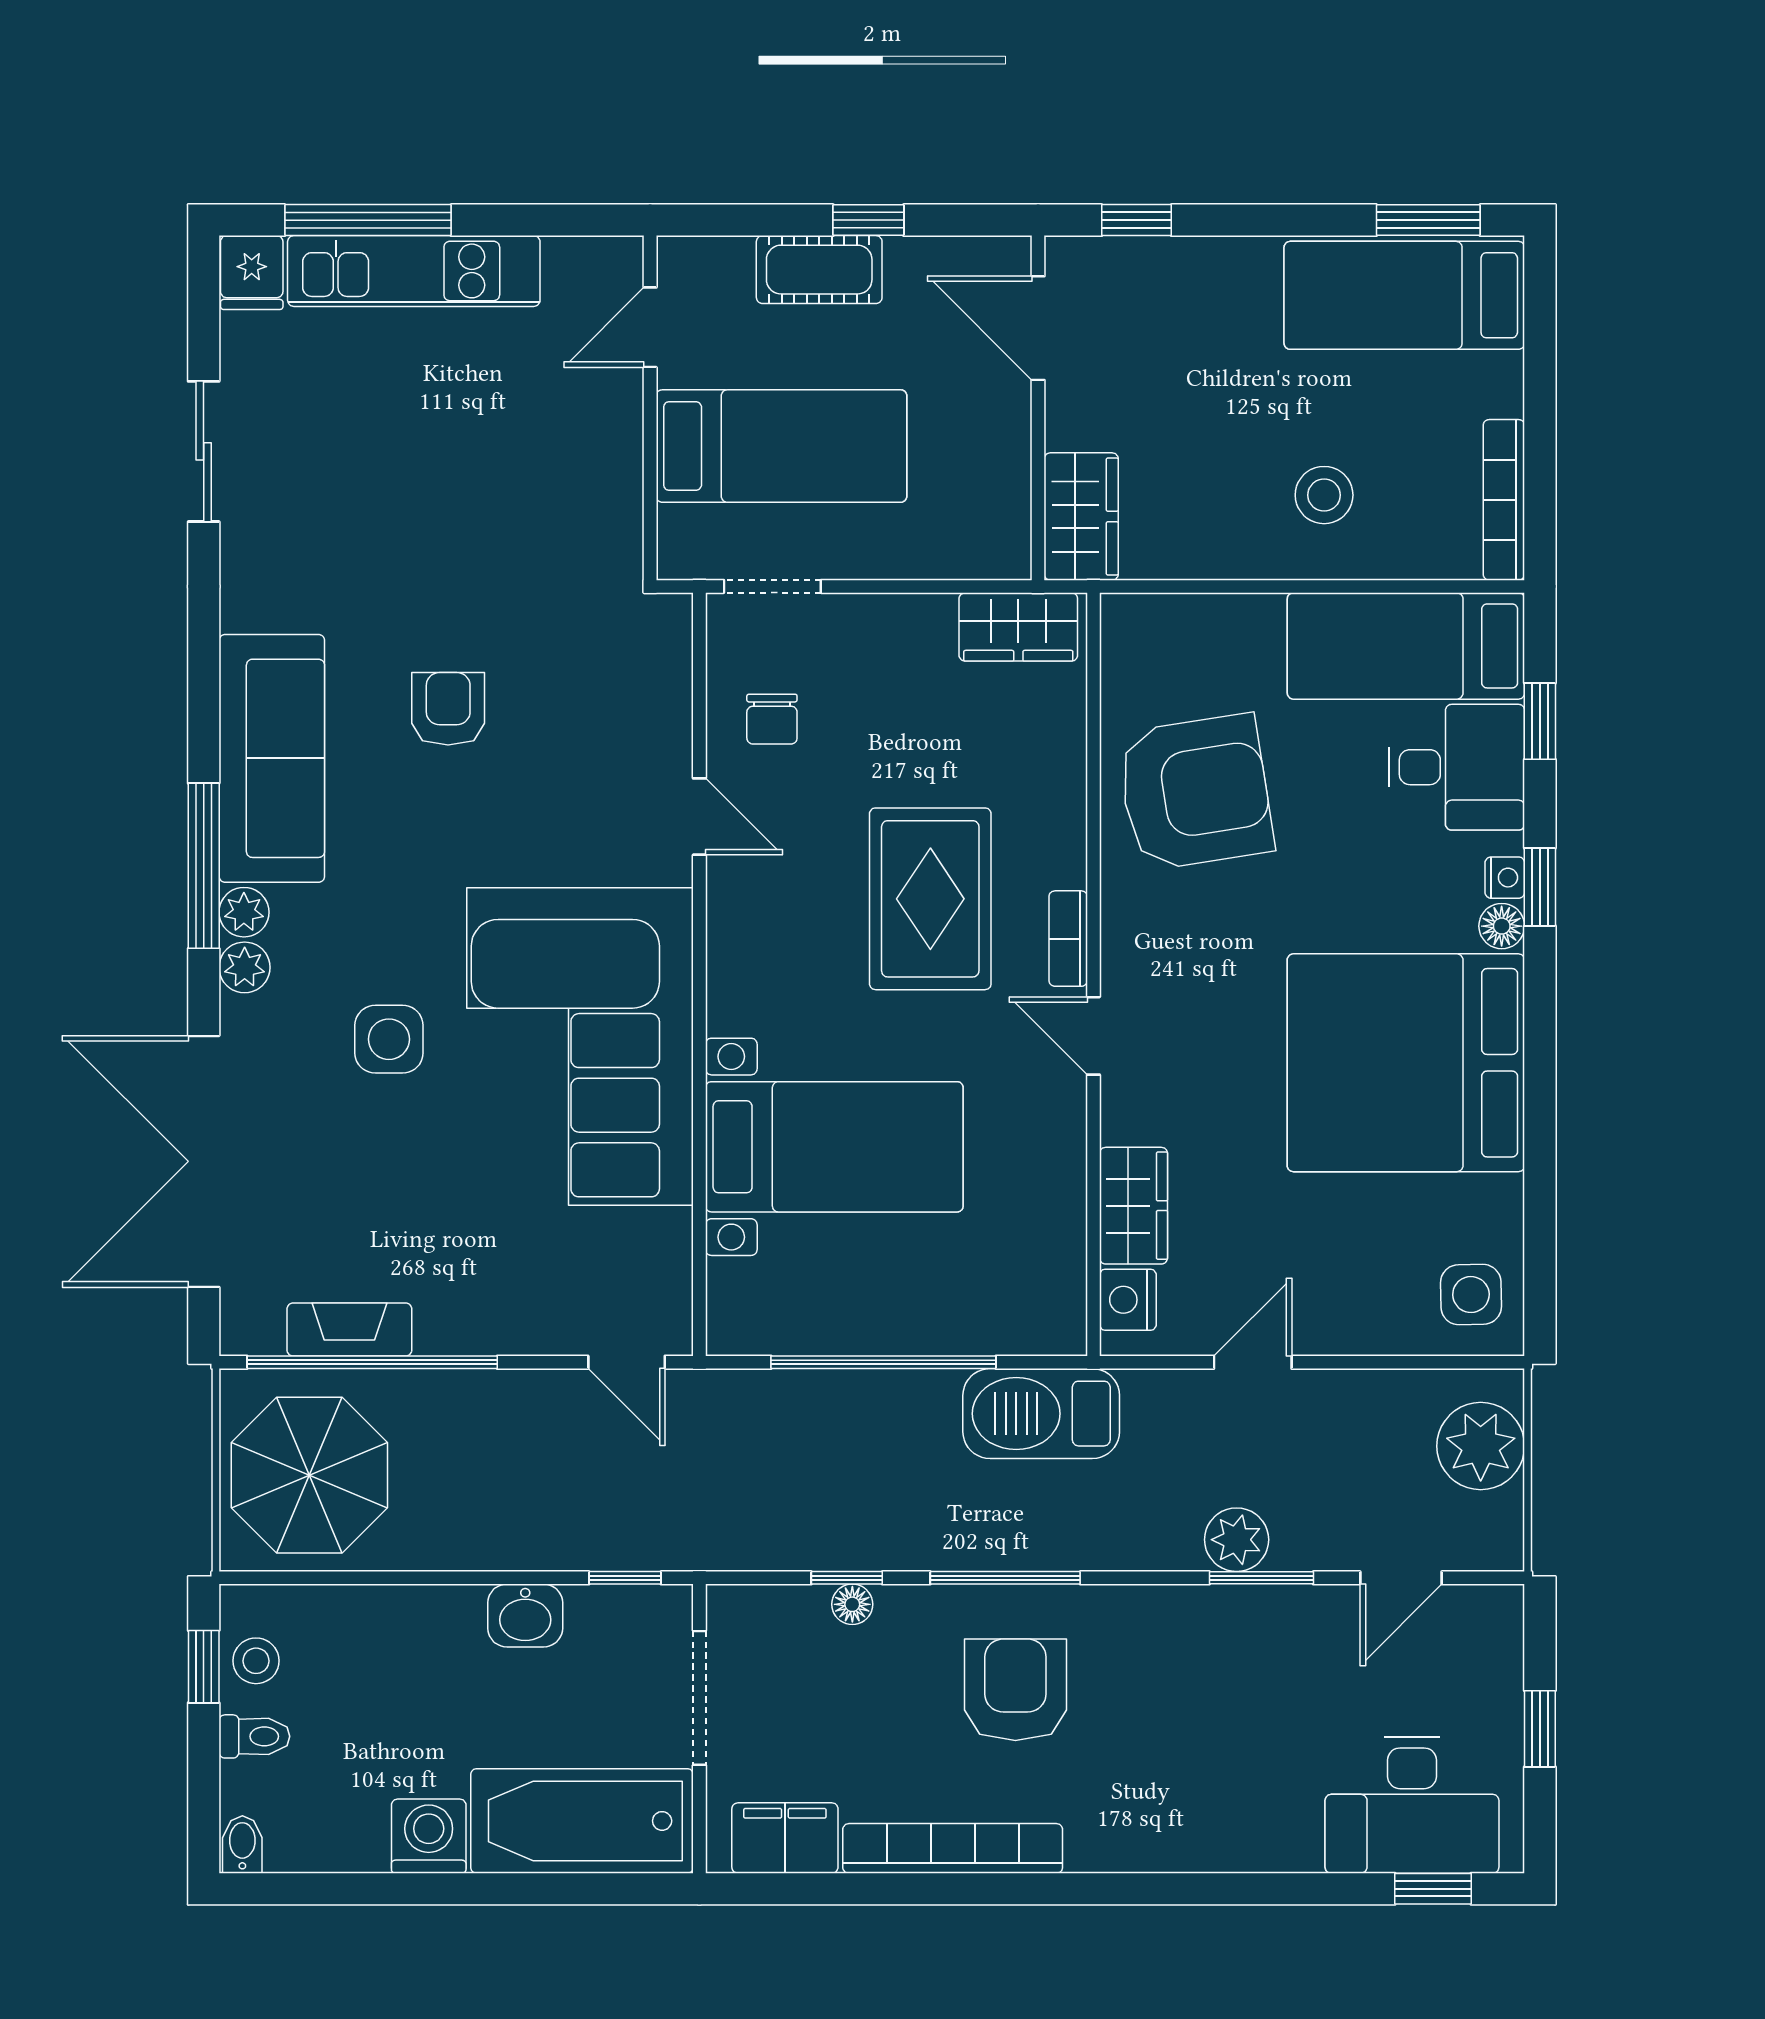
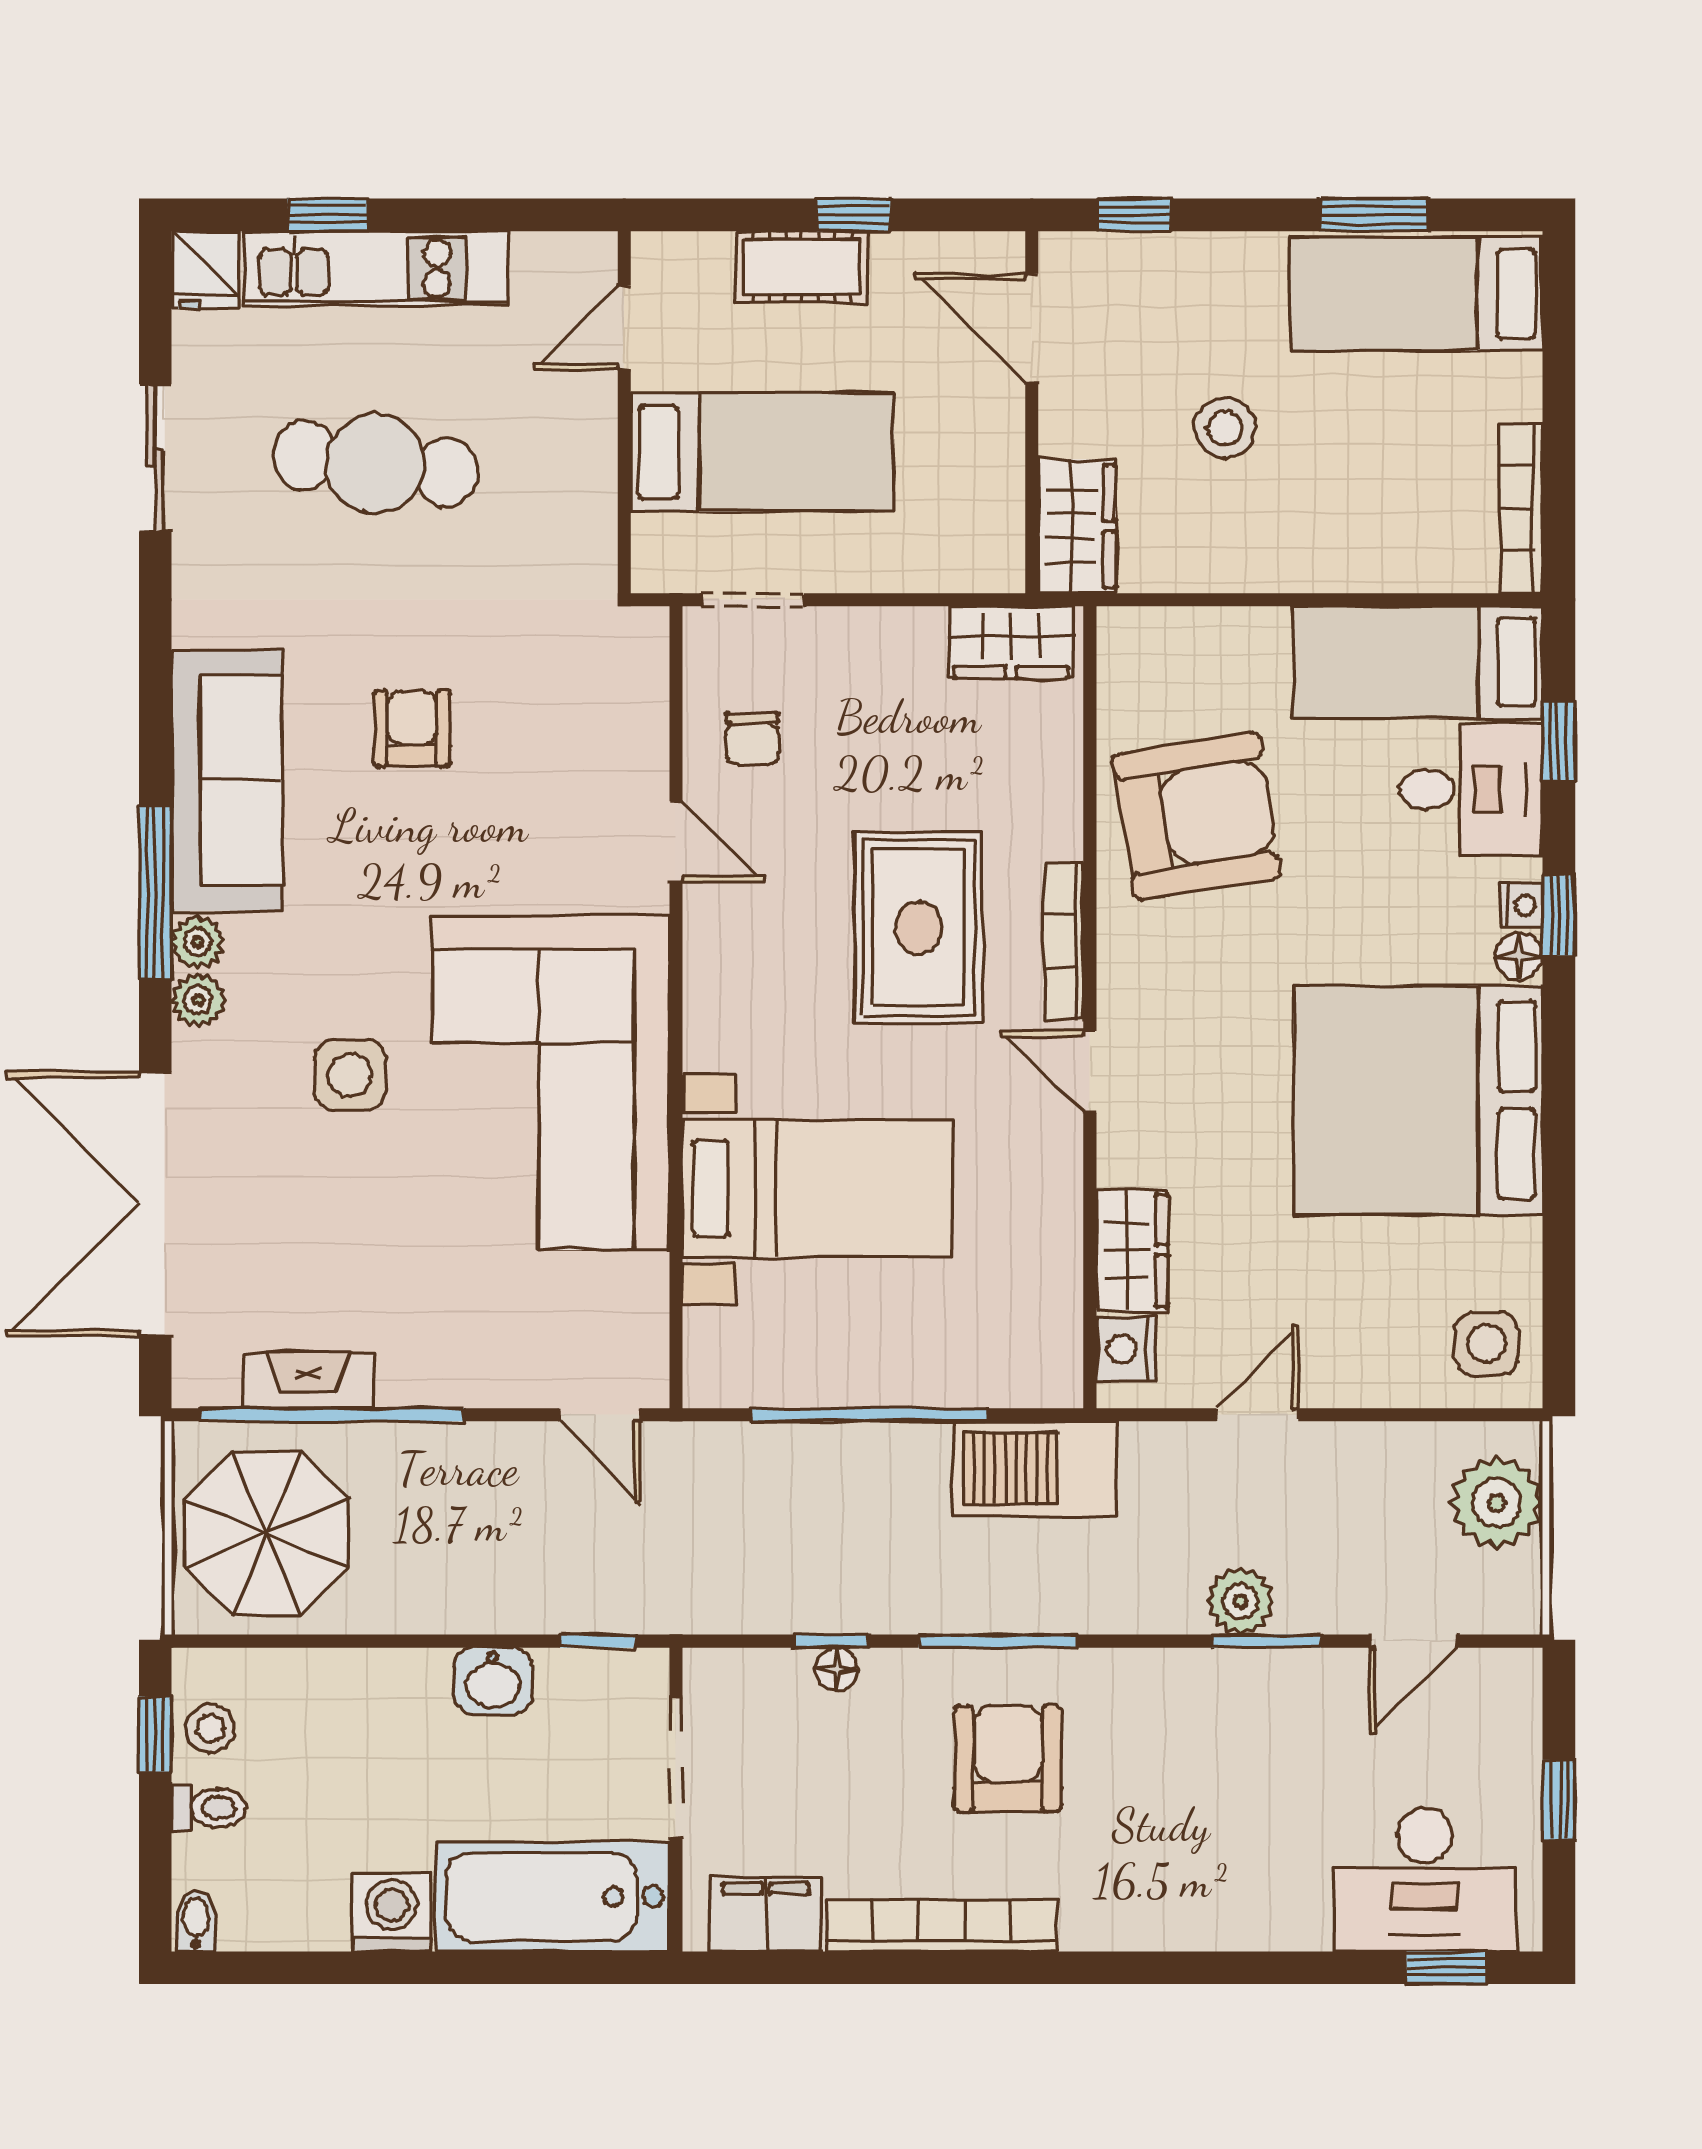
window: (368, 220) -> (328, 215), width x0.46
window: (1428, 220) -> (1374, 215), moved
cafe table: (413, 457) -> (375, 464), added
stool: (1324, 495) -> (1225, 428), moved
bookcase: (1068, 939) -> (1063, 941), width x1.56

